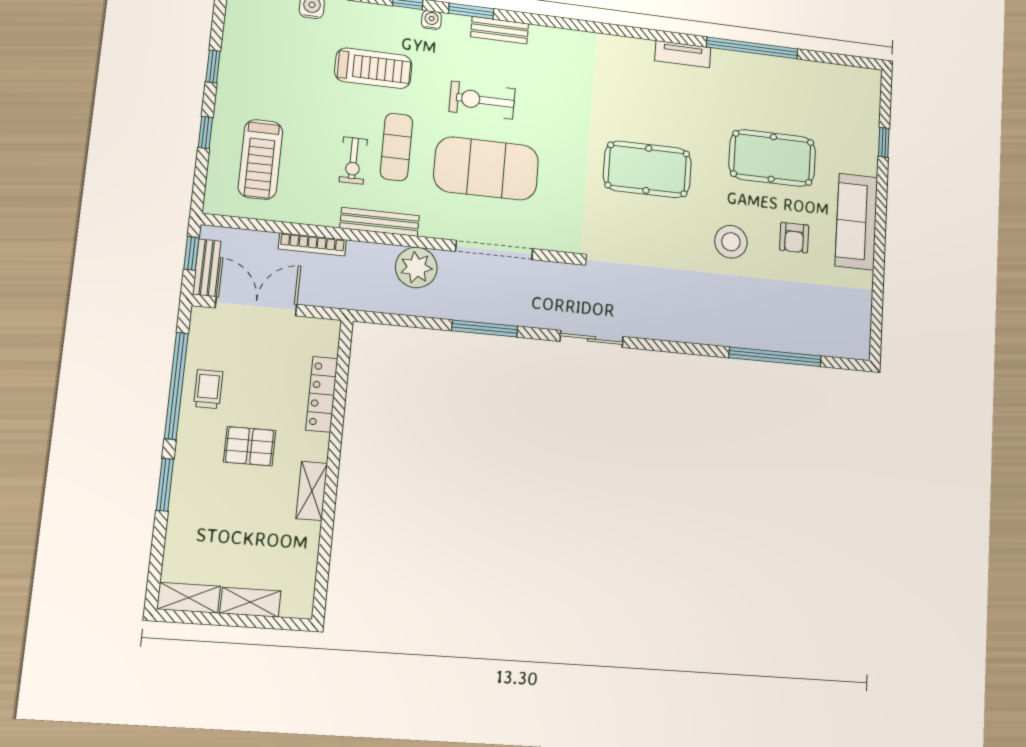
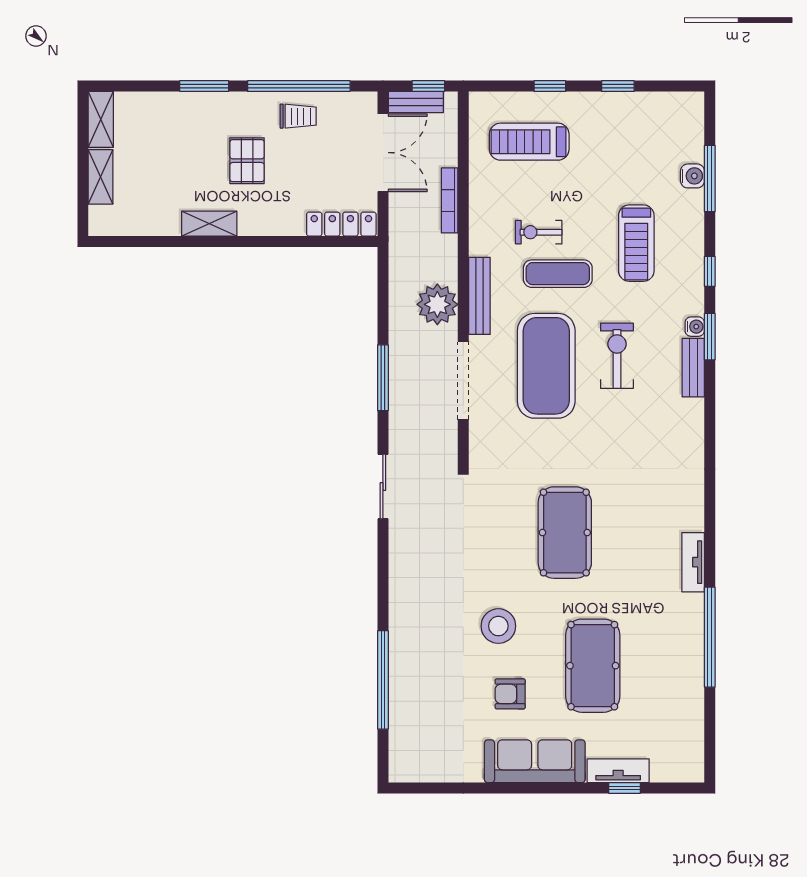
water cooler: (431, 20) -> (695, 327), moved
tv unit: (868, 146) -> (618, 771), added
bench: (380, 222) -> (479, 296), moved
locker: (322, 394) -> (341, 224), moved

